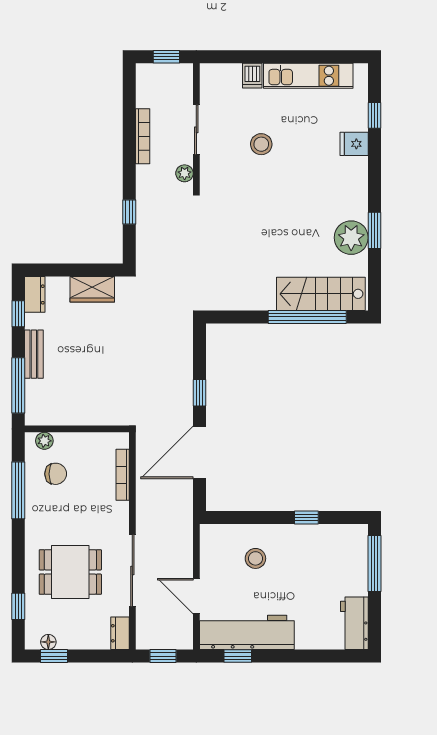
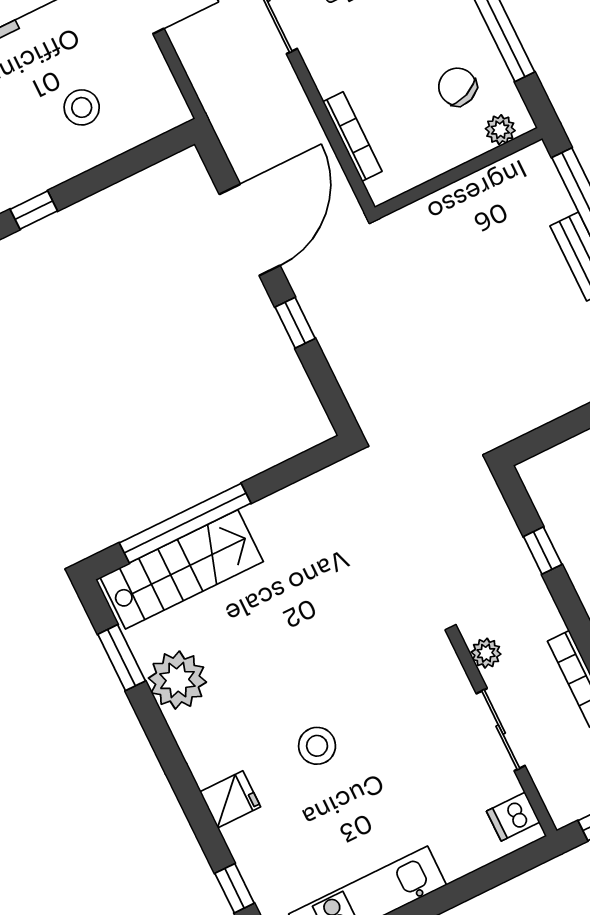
dishwasher: (252, 76) -> (513, 817), moved, turned -90
stool: (261, 144) -> (317, 746), moved
fridge: (354, 144) -> (230, 799), moved
window: (374, 230) -> (122, 658), moved
wardrobe: (92, 289) -> (541, 402), removed
chair: (56, 474) -> (457, 87), turned 68

